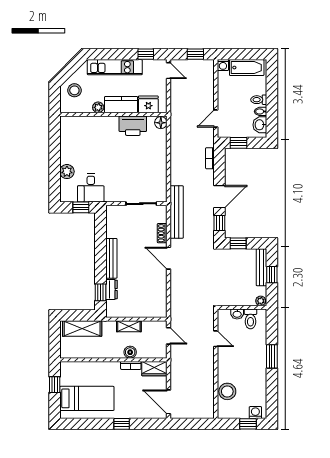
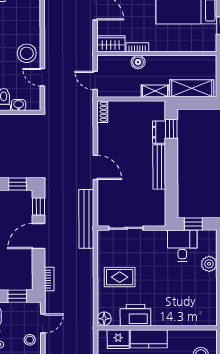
stool: (228, 104) -> (30, 340), added
plant: (98, 107) -> (174, 336), removed
rug: (147, 160) -> (120, 277), added
shoe rack: (162, 233) -> (102, 112), moved
shelving: (129, 326) -> (155, 91), moved
stool: (227, 391) -> (27, 53), moved

